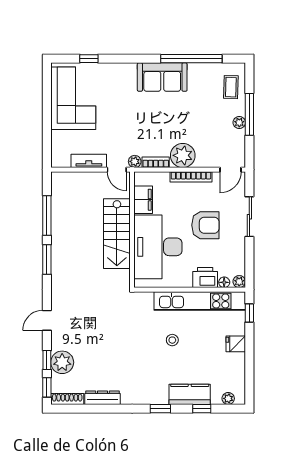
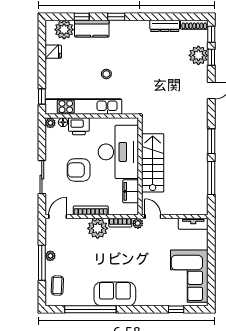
tv unit: (89, 161) -> (193, 224), moved
fridge: (236, 344) -> (53, 52), moved
plant: (228, 398) -> (64, 30), width x1.88, depth x1.88

